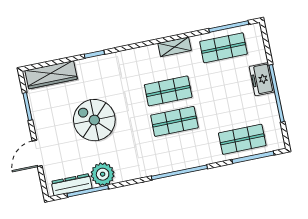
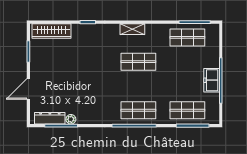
shelving: (175, 47) -> (132, 29), moved
freezer: (262, 79) -> (212, 80), moved
spiral stairs: (94, 120) -> (77, 72), removed
shop shelf: (174, 121) -> (138, 110), moved
plant: (103, 174) -> (71, 119), width x0.53, depth x0.53

